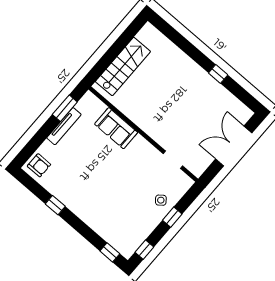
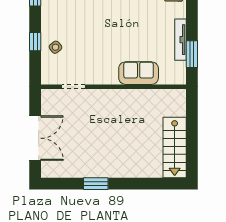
stairs: (123, 66) -> (175, 148), moved
window: (218, 74) -> (96, 184), width x1.50

